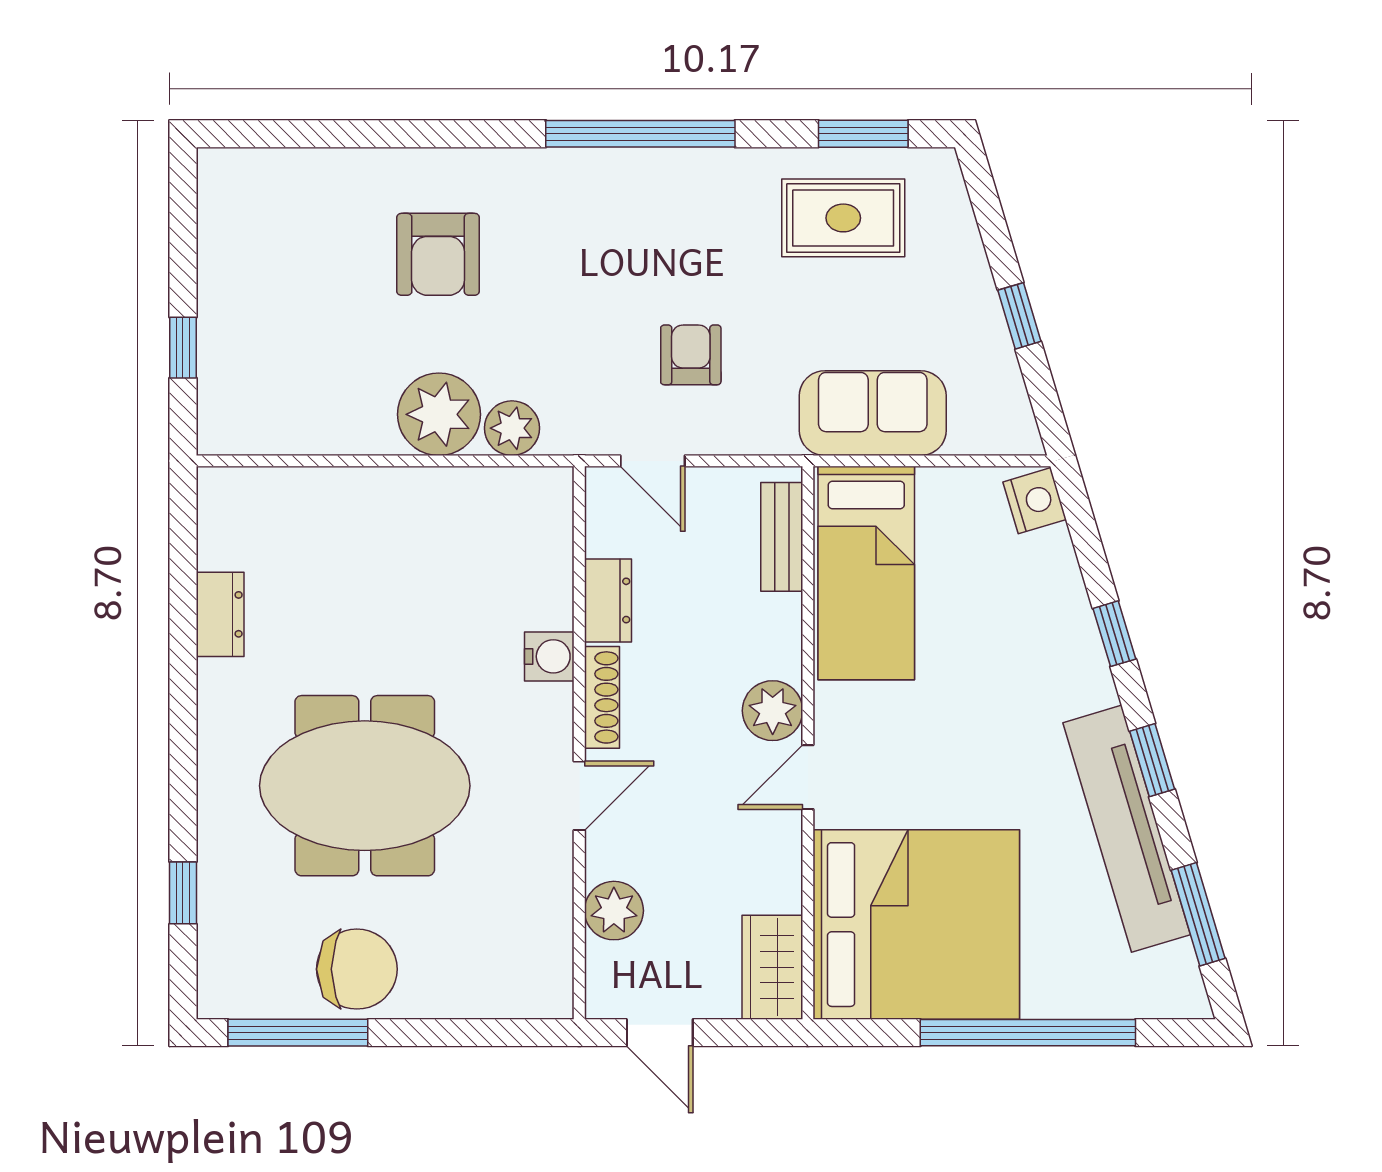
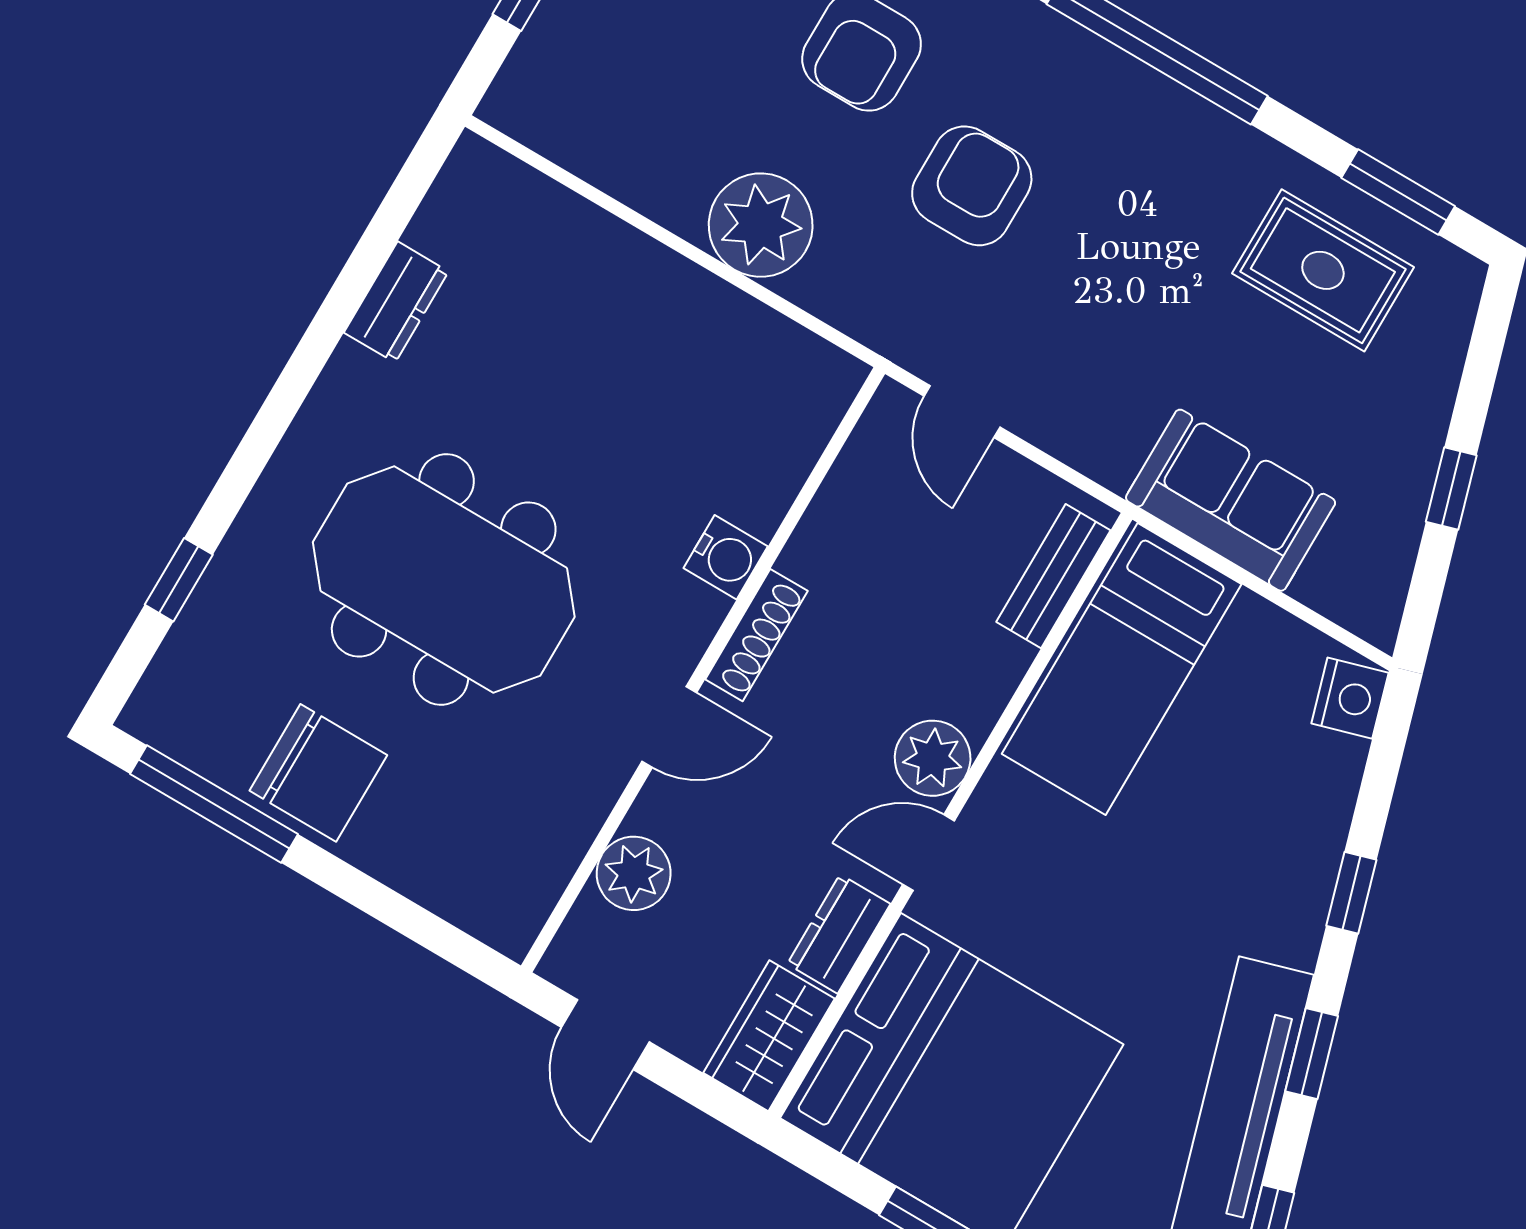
armchair: (691, 355) -> (972, 186), moved, width x1.38, depth x1.38
plant: (512, 428) -> (831, 287), removed
dresser: (608, 600) -> (839, 934), moved, turned 180

